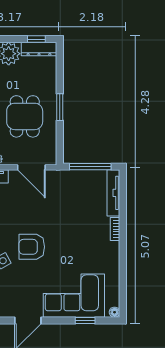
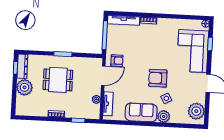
dining table: (25, 116) -> (58, 80), moved
armchair: (54, 186) -> (117, 61), added
armchair: (32, 247) -> (158, 78), turned 90

